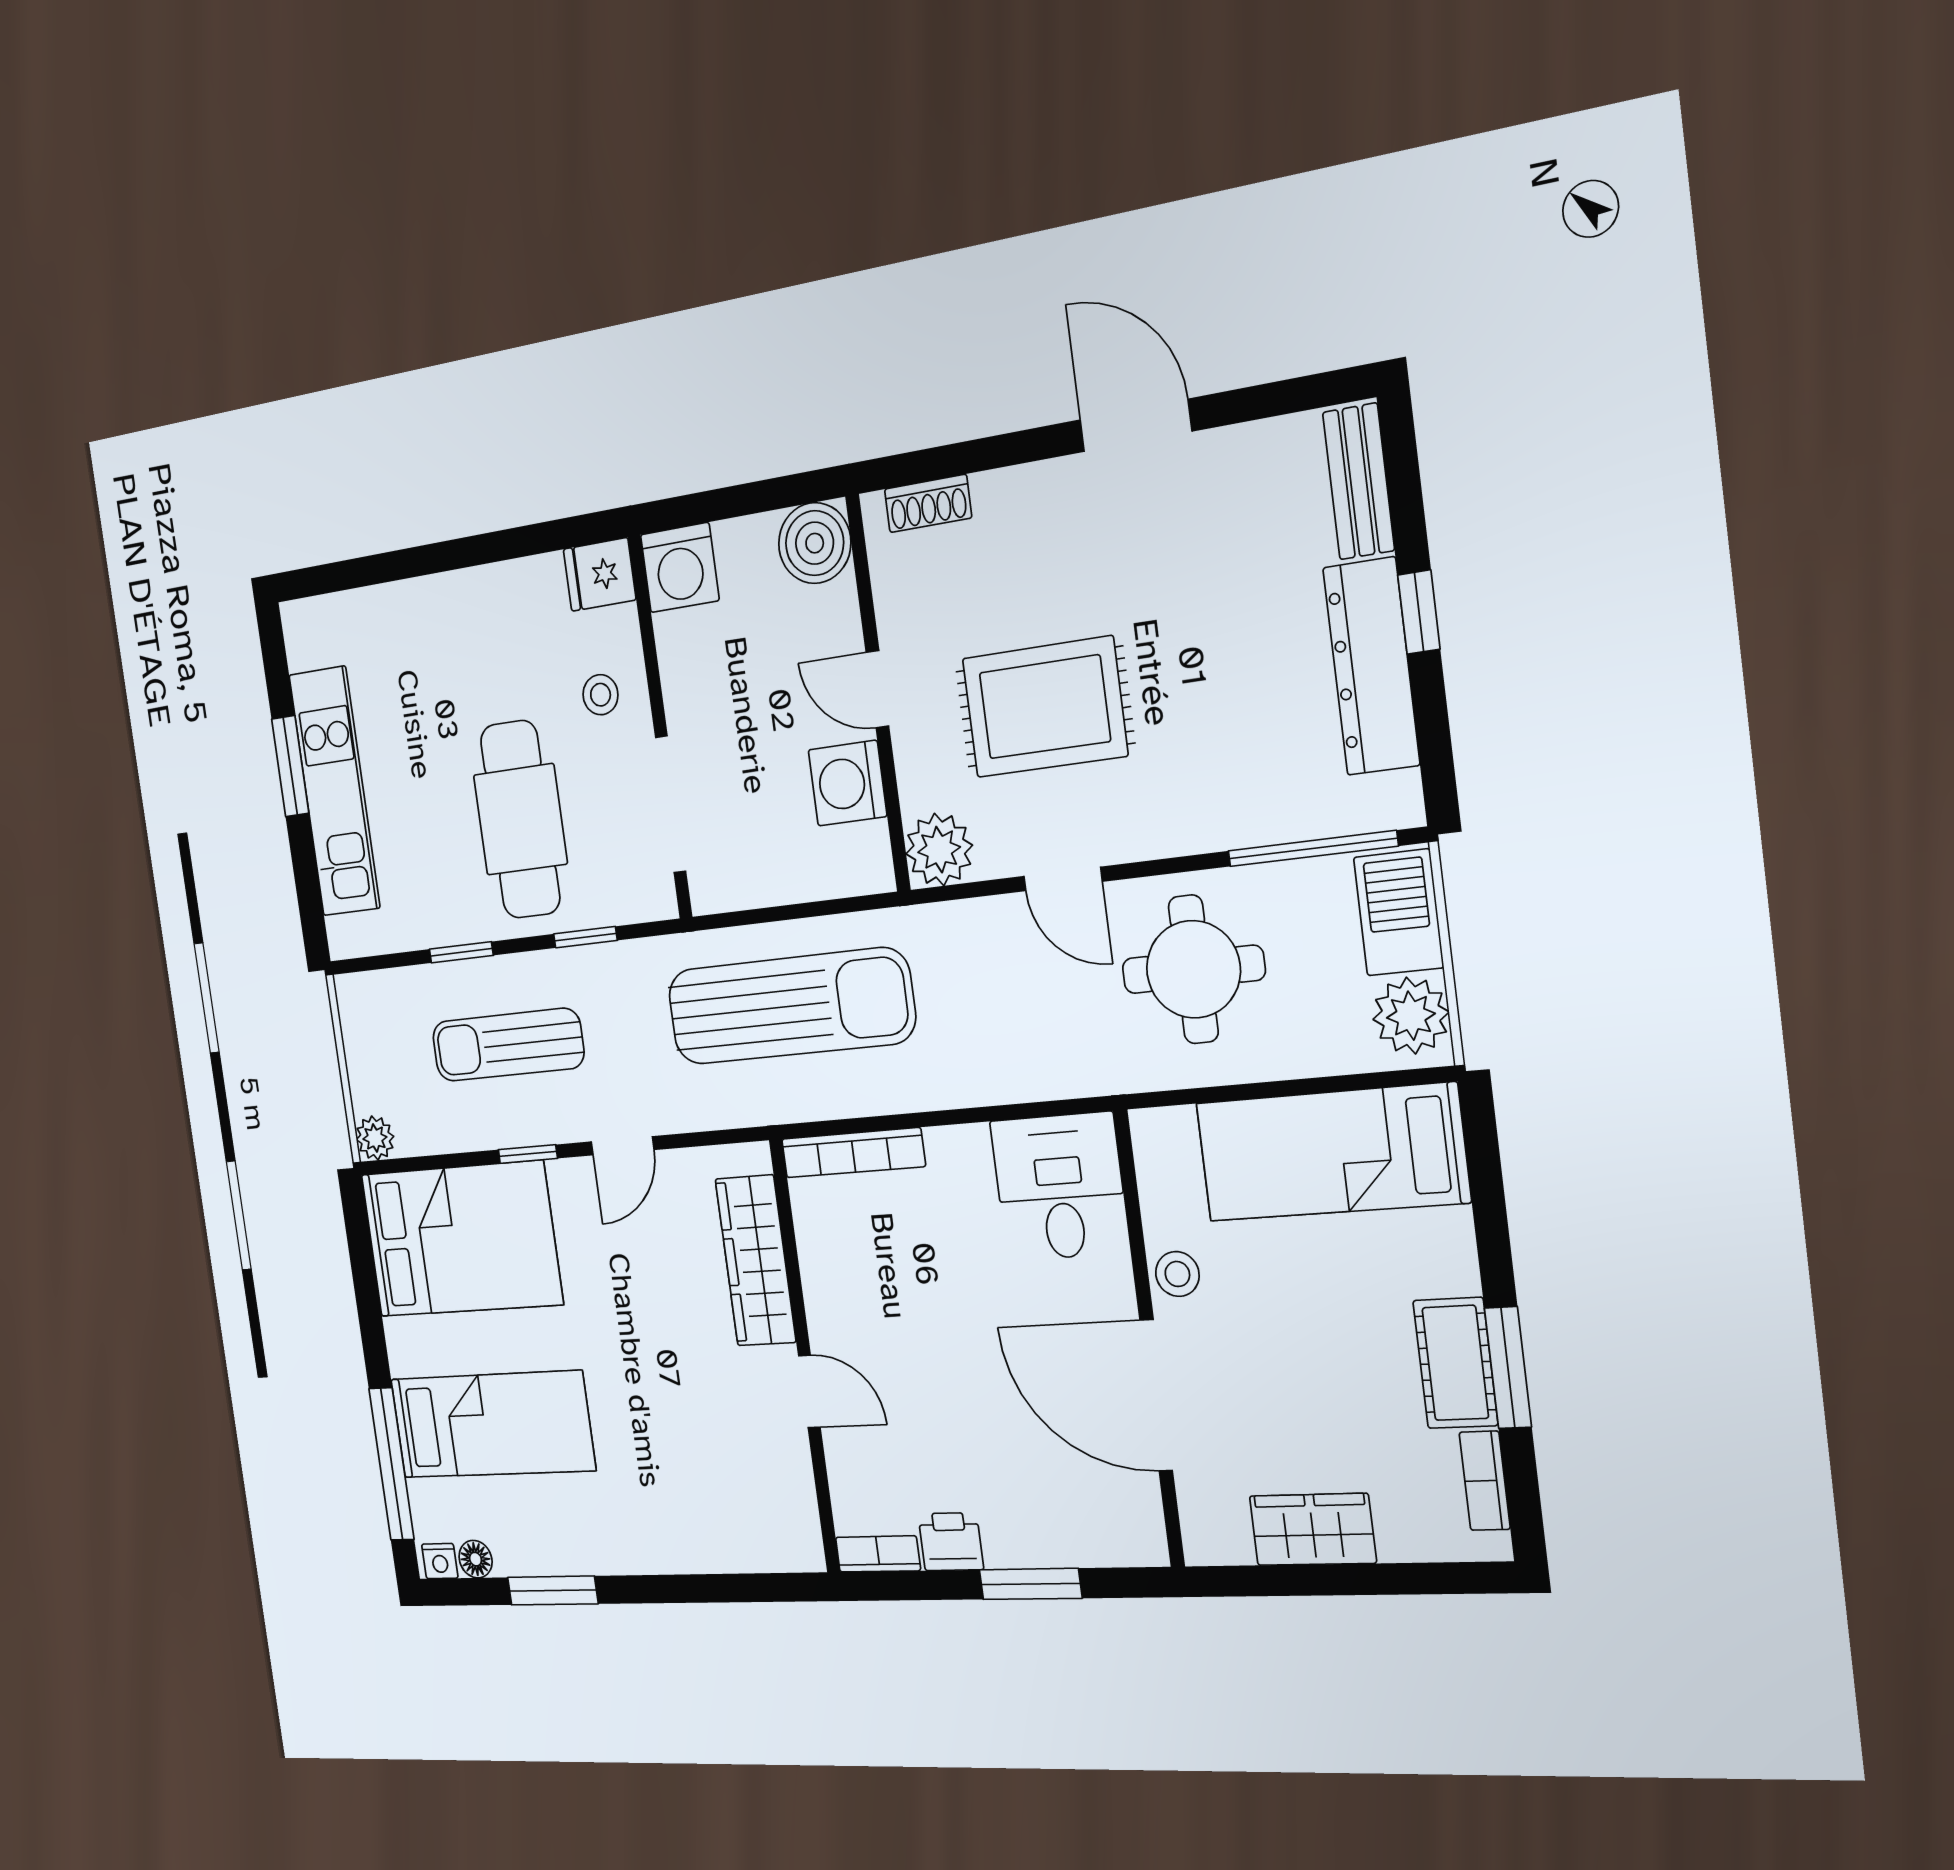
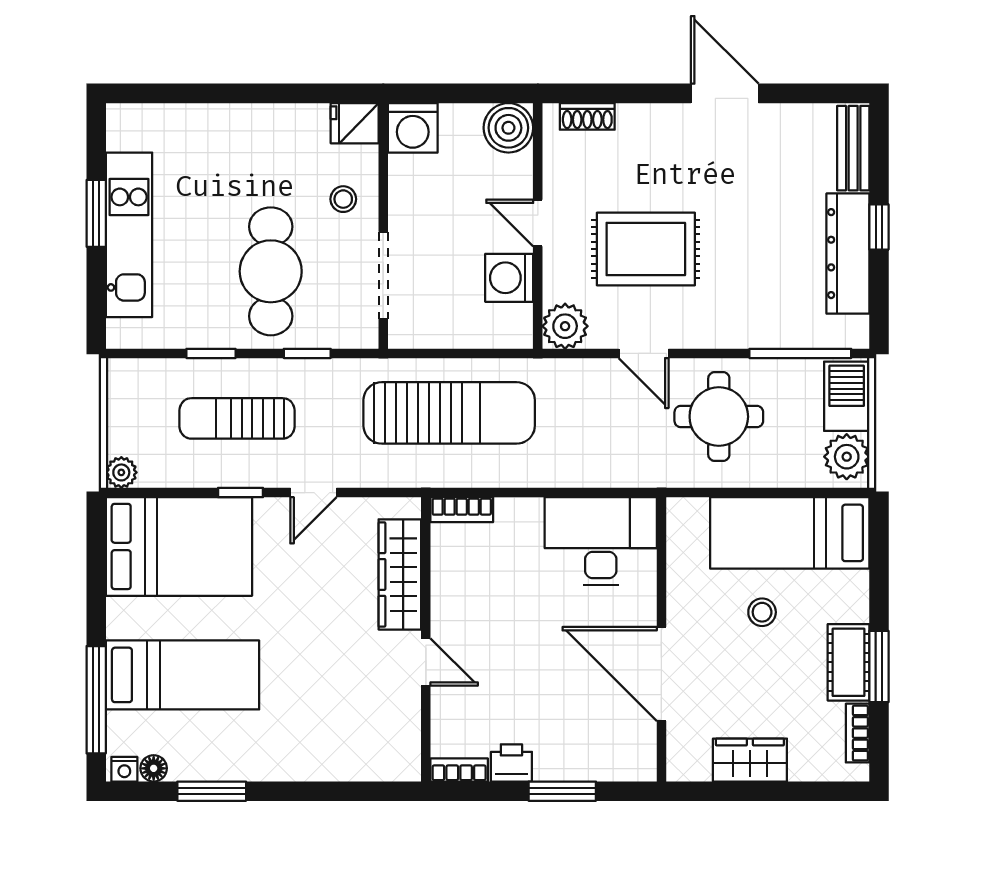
bookcase: (853, 1153) -> (462, 510), width x0.64
desk: (1060, 1187) -> (601, 541), width x1.37
stool: (1177, 1274) -> (762, 612), moved

